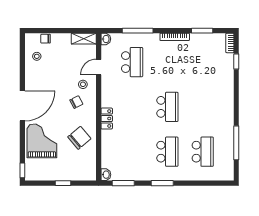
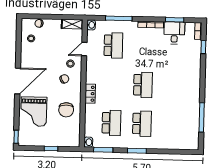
desk: (202, 46) -> (174, 33), added
chair: (79, 138) -> (66, 110), turned 130
grand piano: (42, 141) -> (34, 112), turned 180
school desk: (203, 152) -> (111, 123), moved

